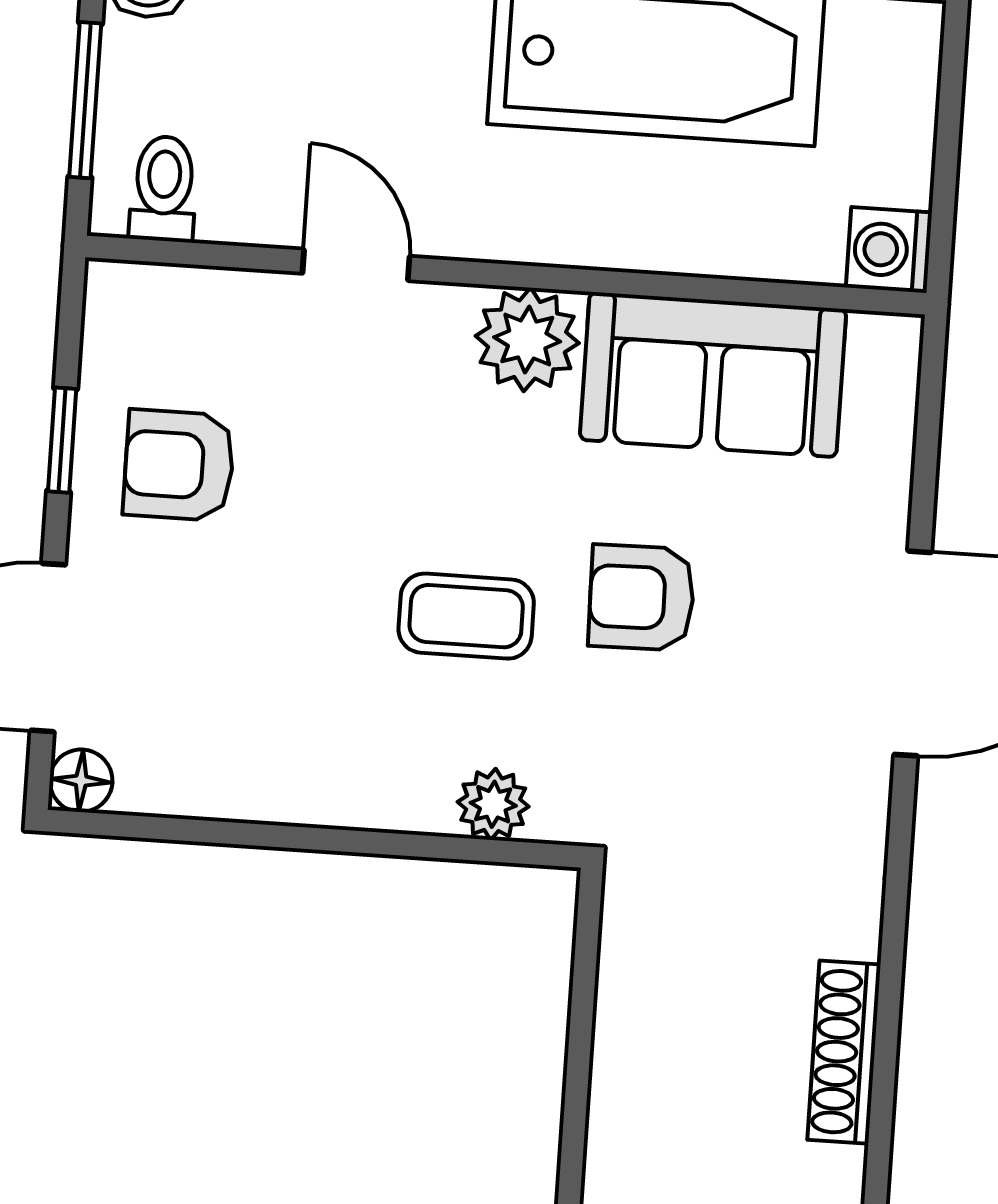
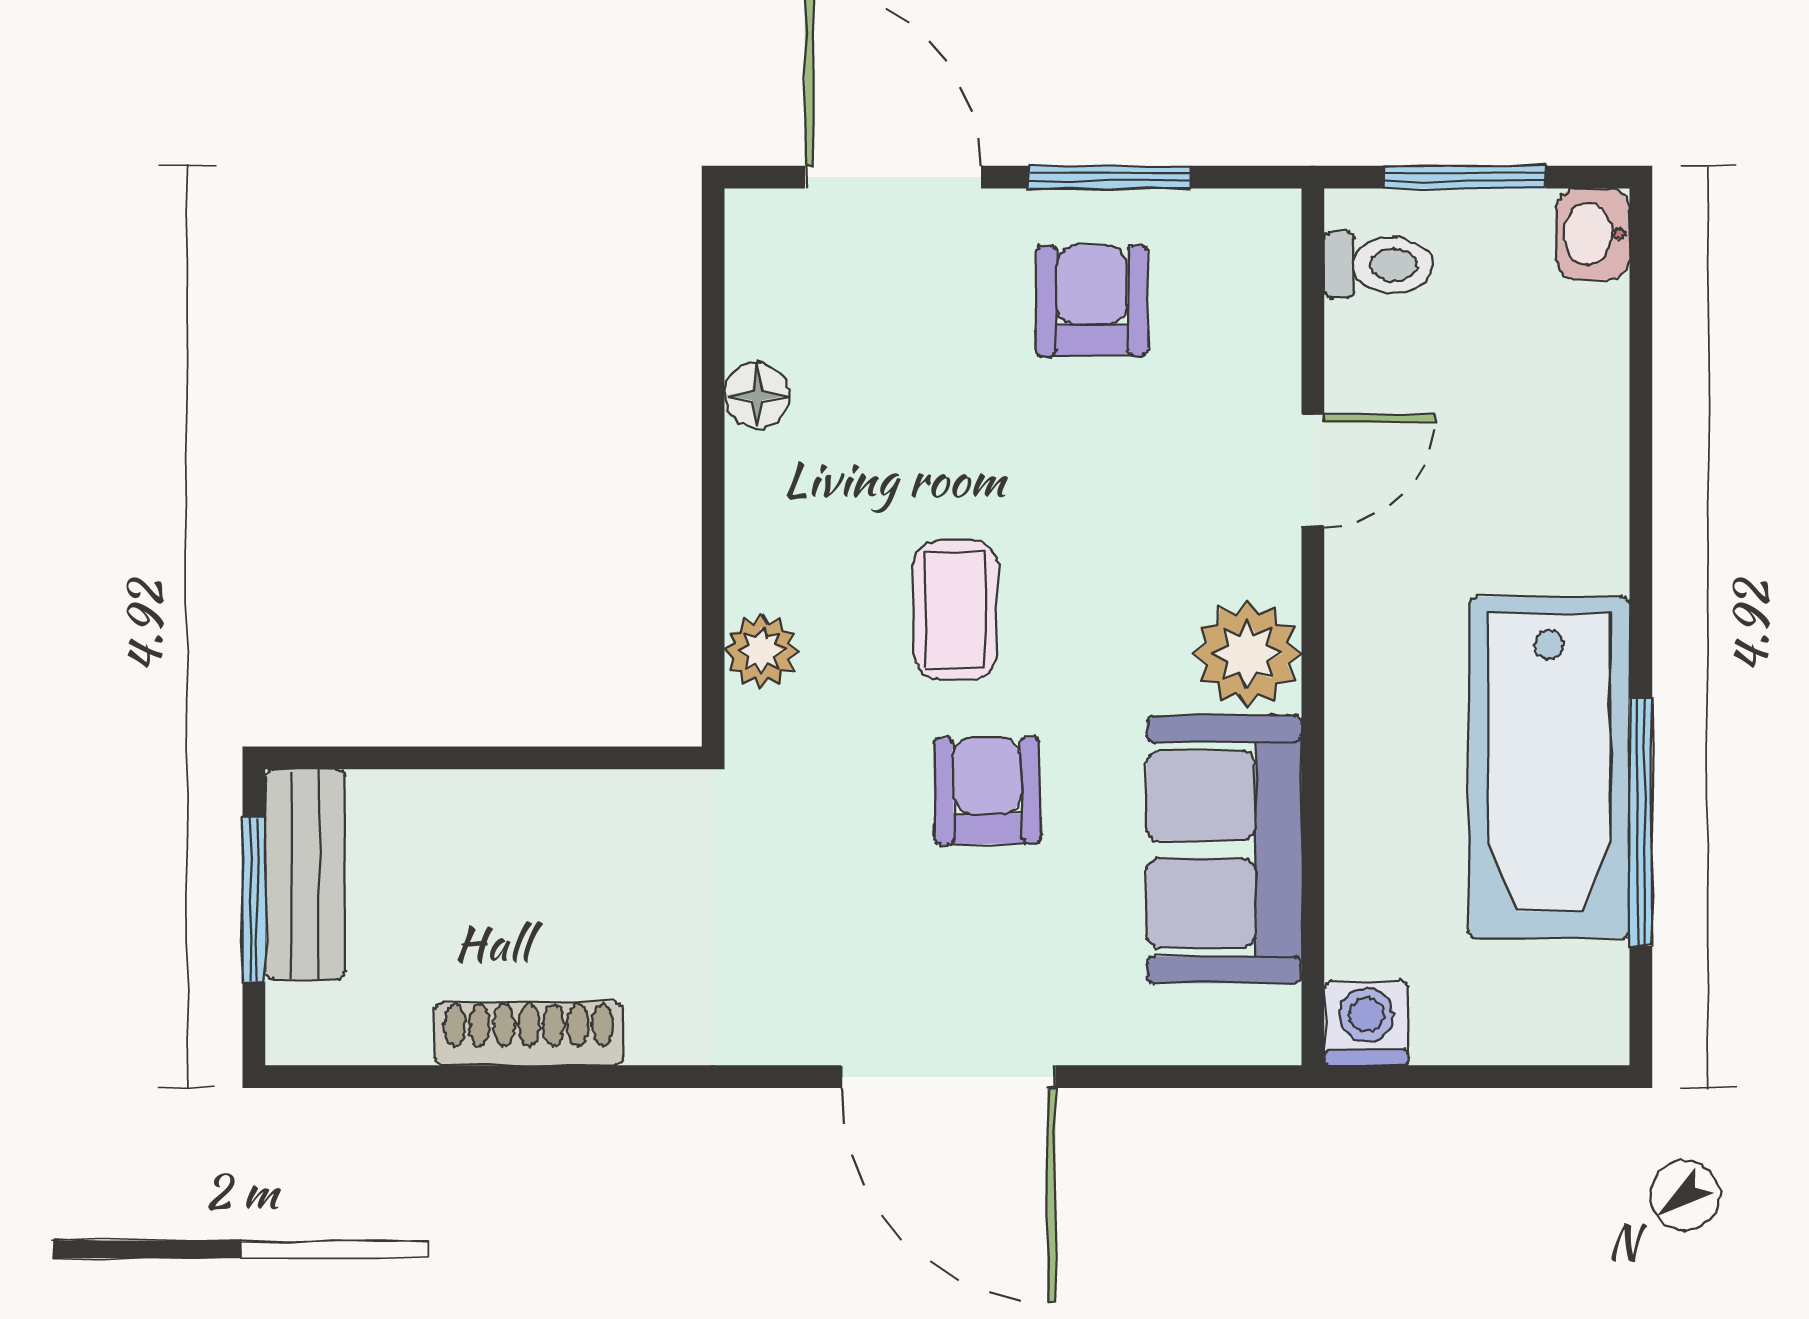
window: (62, 440) -> (1110, 177), width x1.50
floor lamp: (81, 781) -> (757, 396), moved

